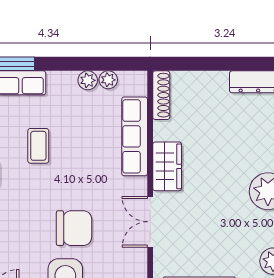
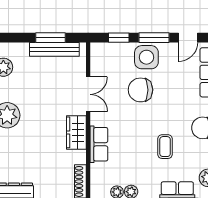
row of seats: (135, 136) -> (99, 144), width x0.68

